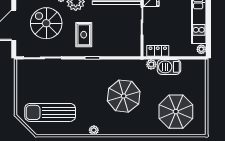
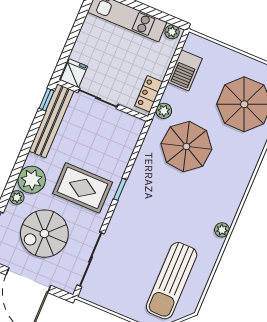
rug: (84, 35) -> (83, 188), width x1.36, depth x1.43
barbecue: (169, 67) -> (185, 70), moved
parasol: (124, 96) -> (186, 146), moved

